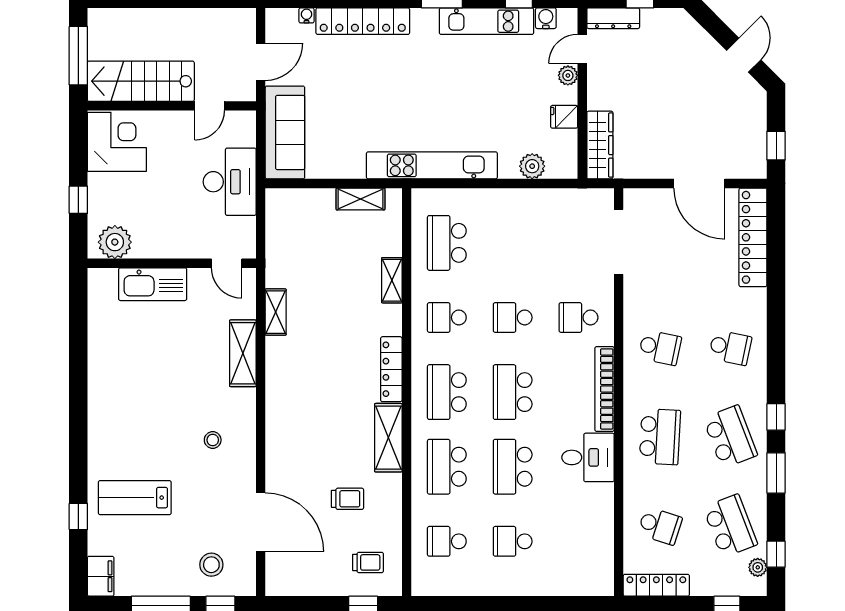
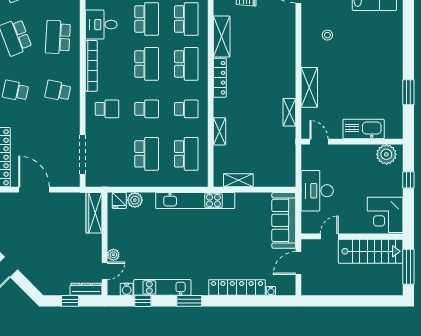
fridge: (564, 117) -> (119, 201), moved, turned 90
school desk: (513, 243) -> (147, 154), added
window: (78, 345) -> (408, 92), added

